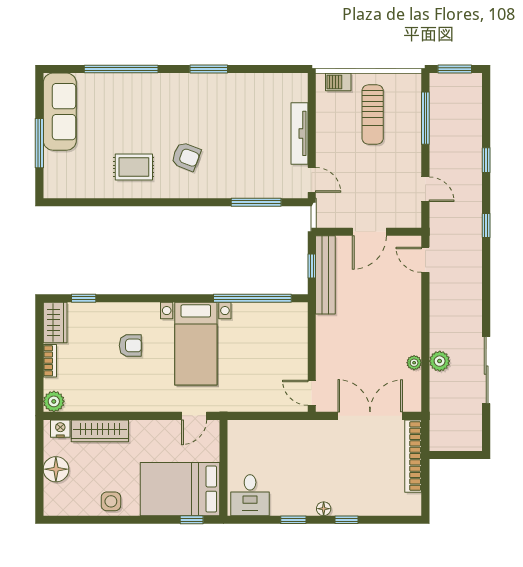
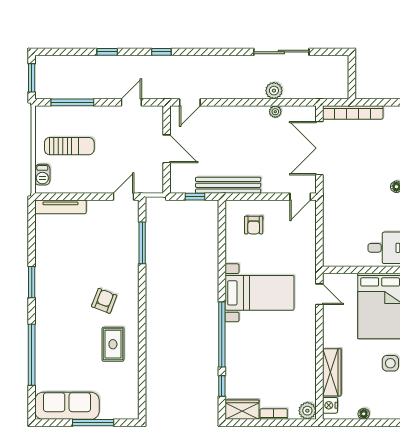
tv unit: (299, 133) -> (60, 207), moved
bench: (325, 275) -> (228, 185), moved
window: (252, 298) -> (222, 334), moved
armchair: (130, 345) -> (254, 225), moved, turned 180
floor lamp: (56, 469) -> (364, 414), width x0.53, depth x0.53

